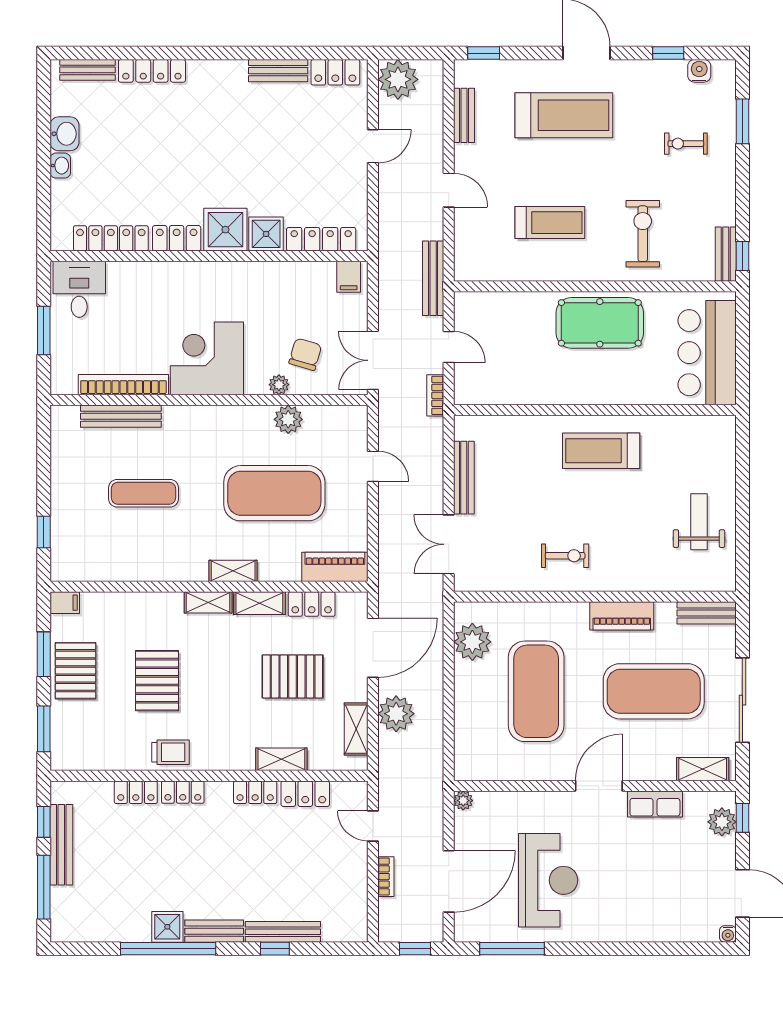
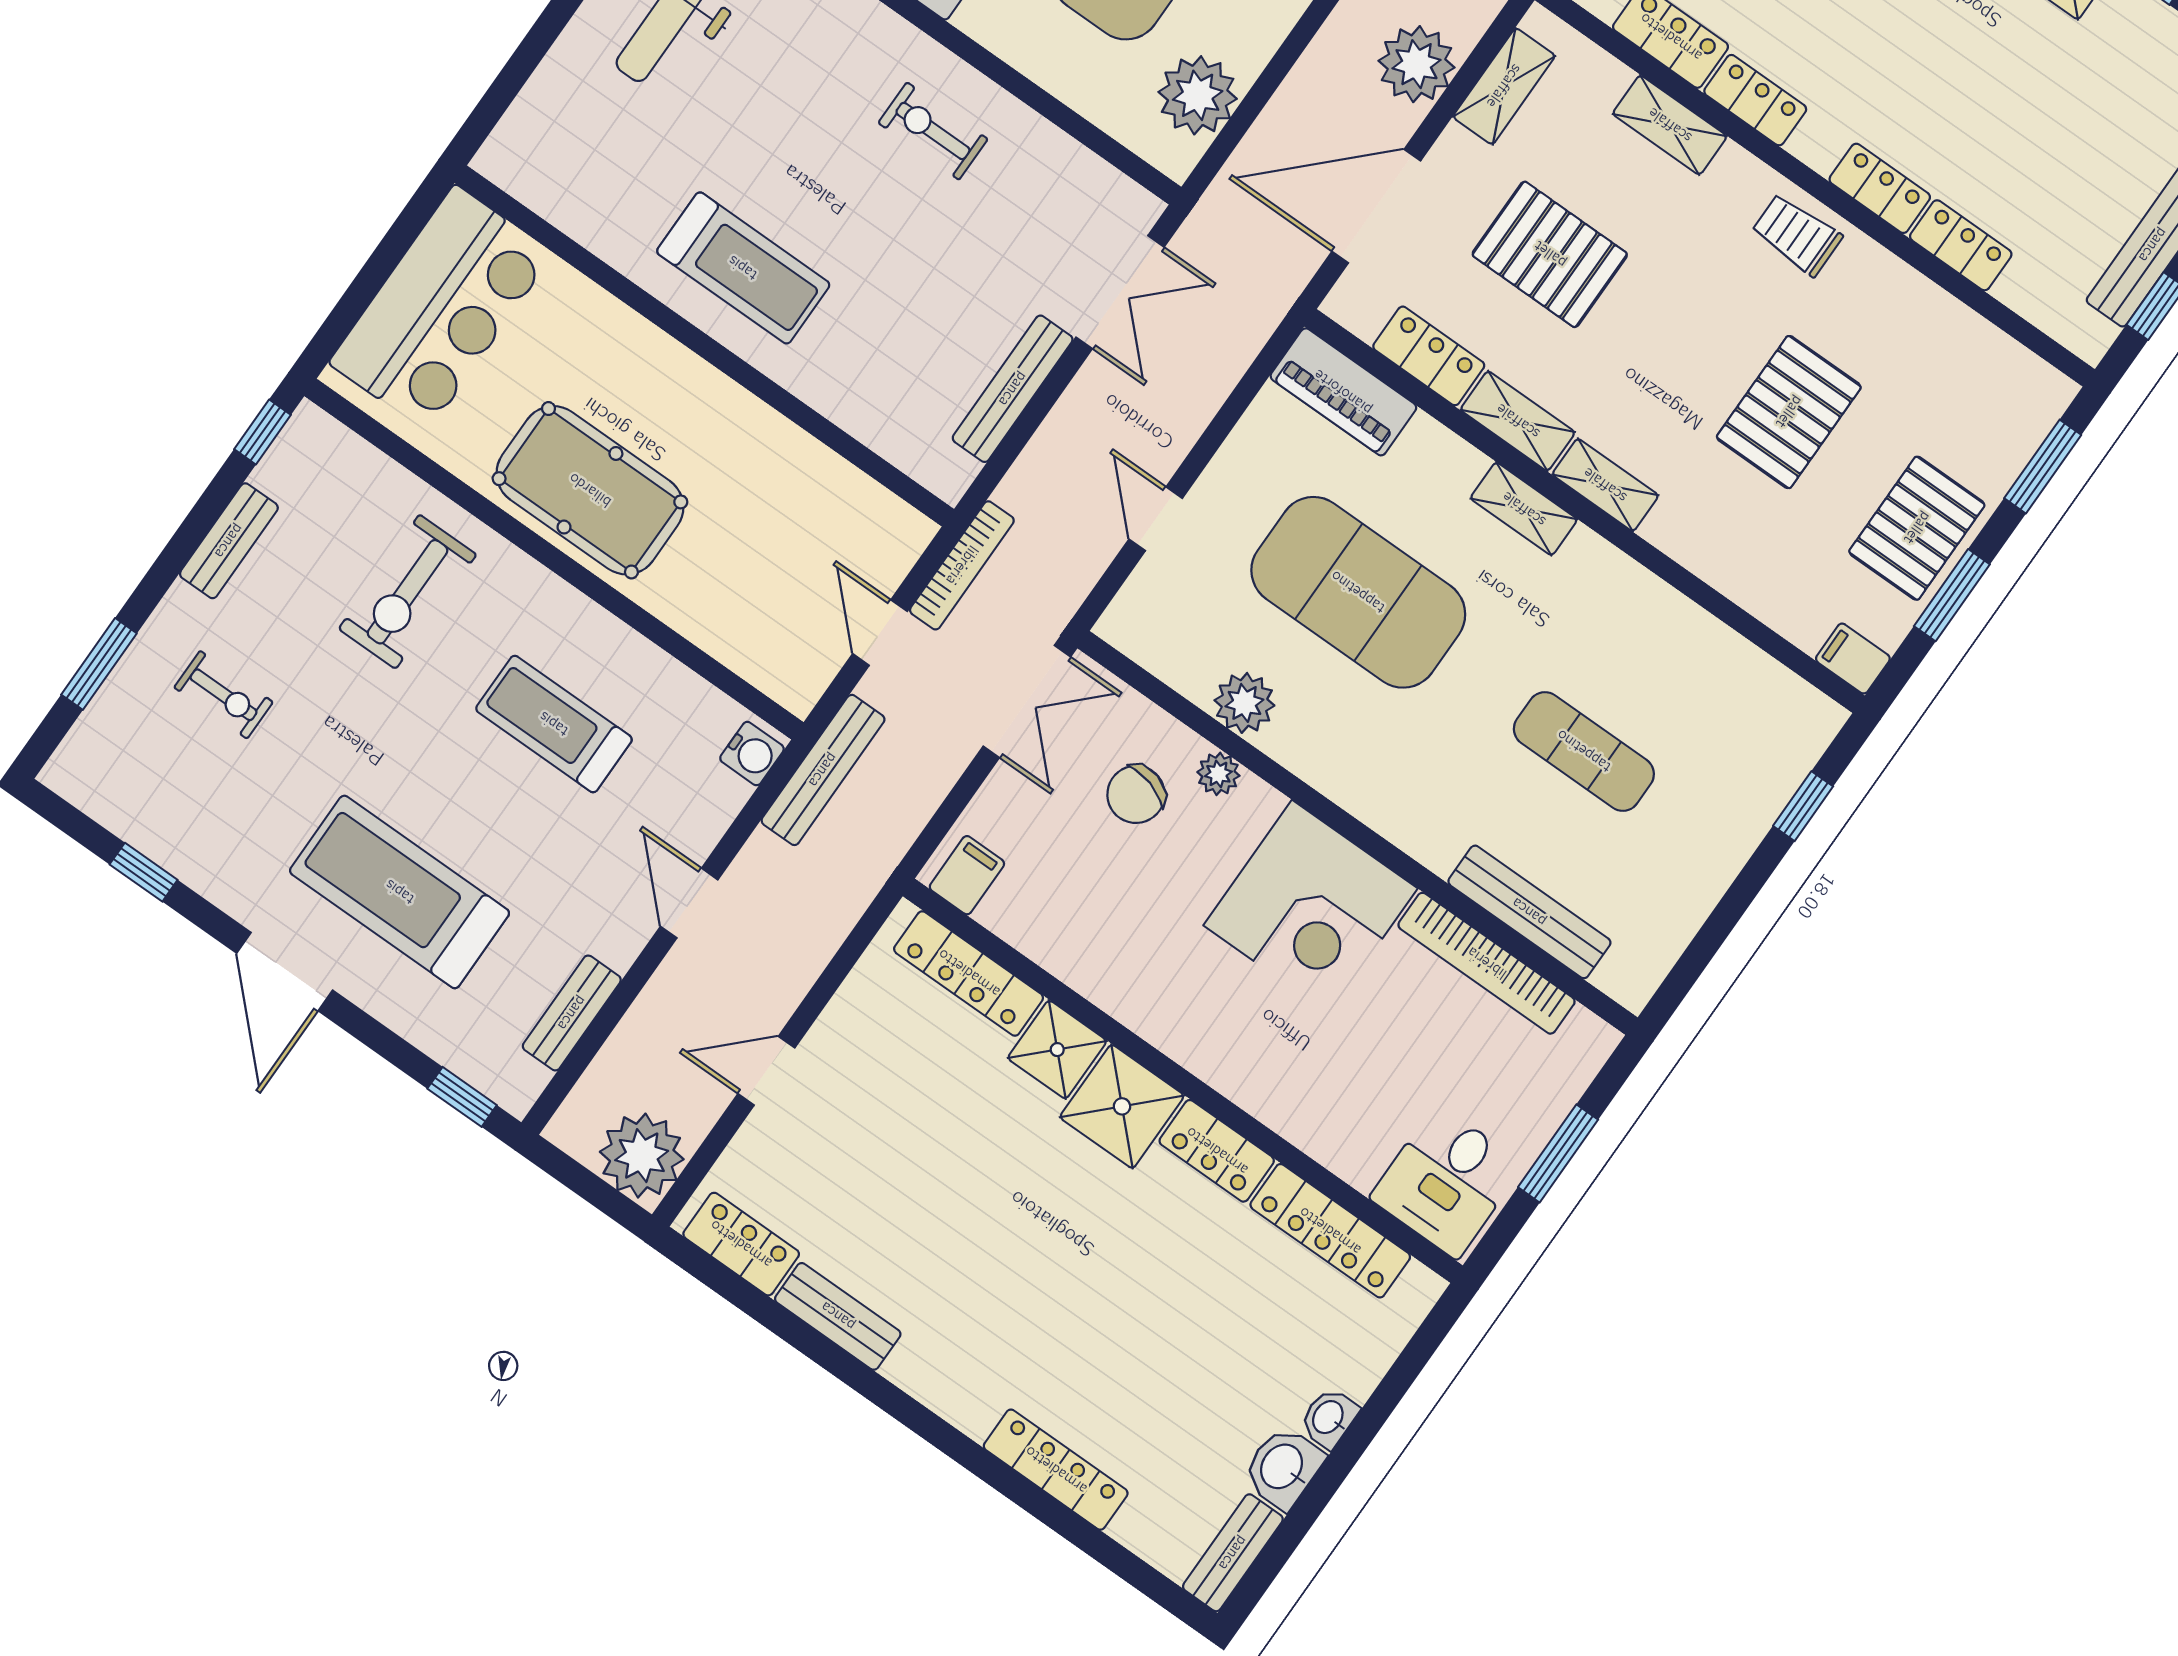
bench: (87, 70) -> (1233, 1553), moved, turned 90
water cooler: (699, 71) -> (752, 754), moved, turned -90
bench: (726, 254) -> (229, 541), moved
bookcase: (435, 395) -> (962, 565), width x1.56
trolley: (171, 752) -> (1797, 235), moved

